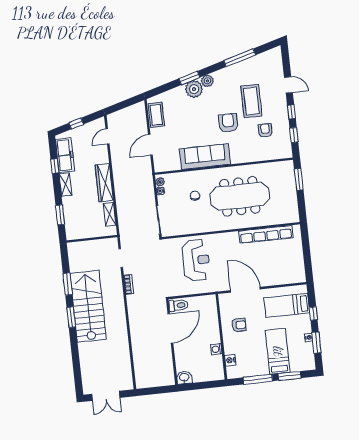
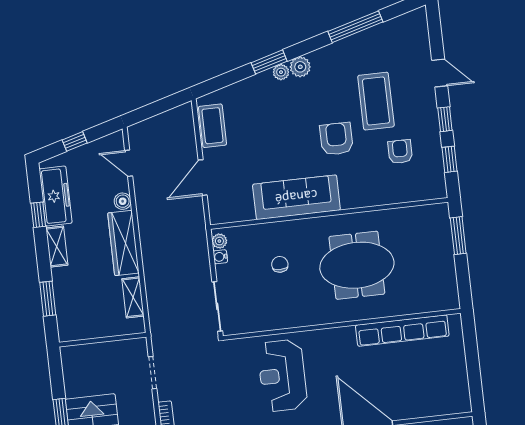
plant: (194, 89) -> (281, 72), width x0.53, depth x0.53
door: (108, 136) -> (129, 163), hinge flipped
boiler: (104, 158) -> (123, 201), added
meeting table: (240, 196) -> (357, 265), width x0.73
reception desk: (196, 260) -> (282, 376), turned 180

